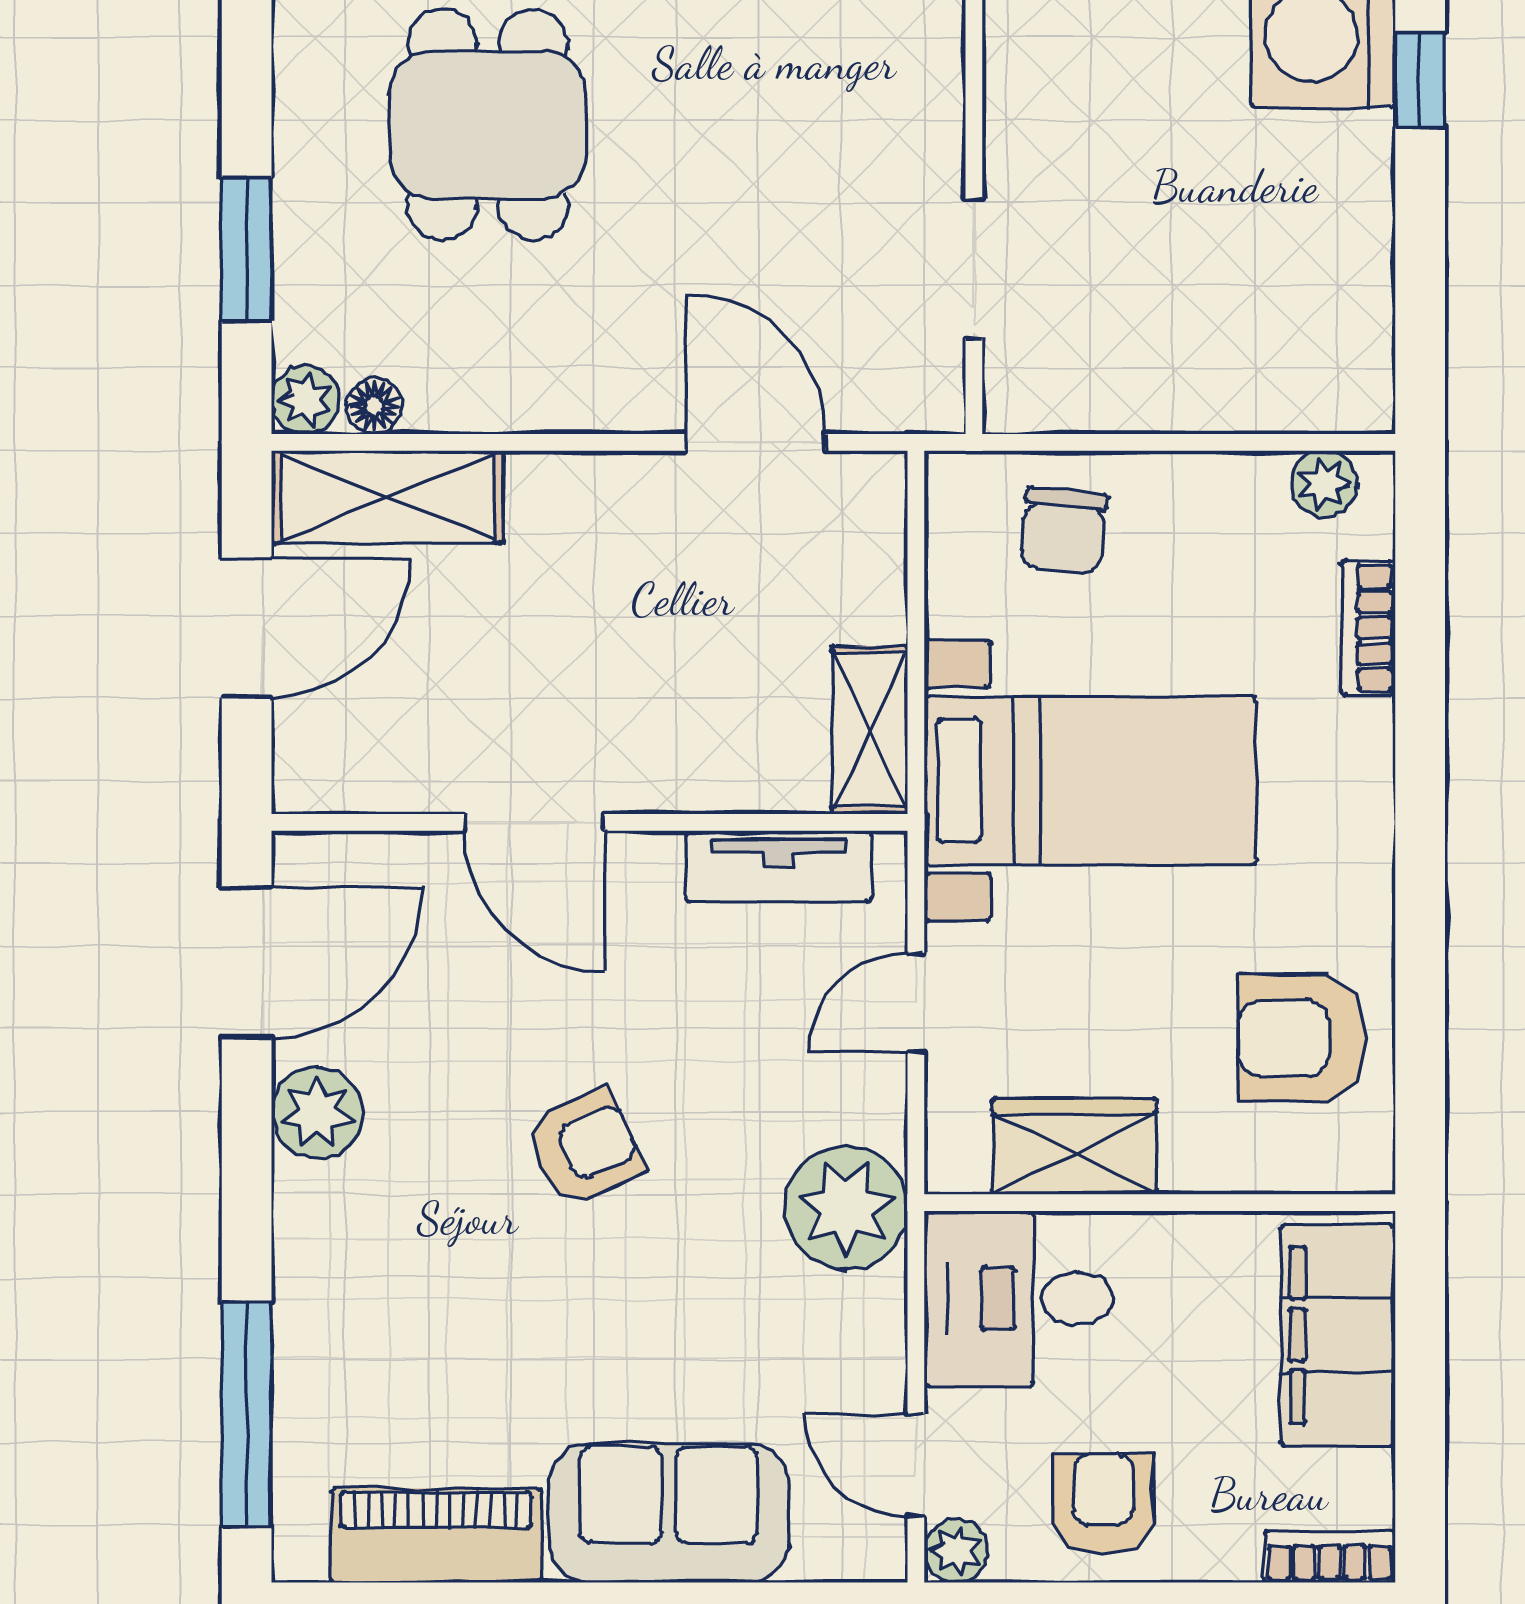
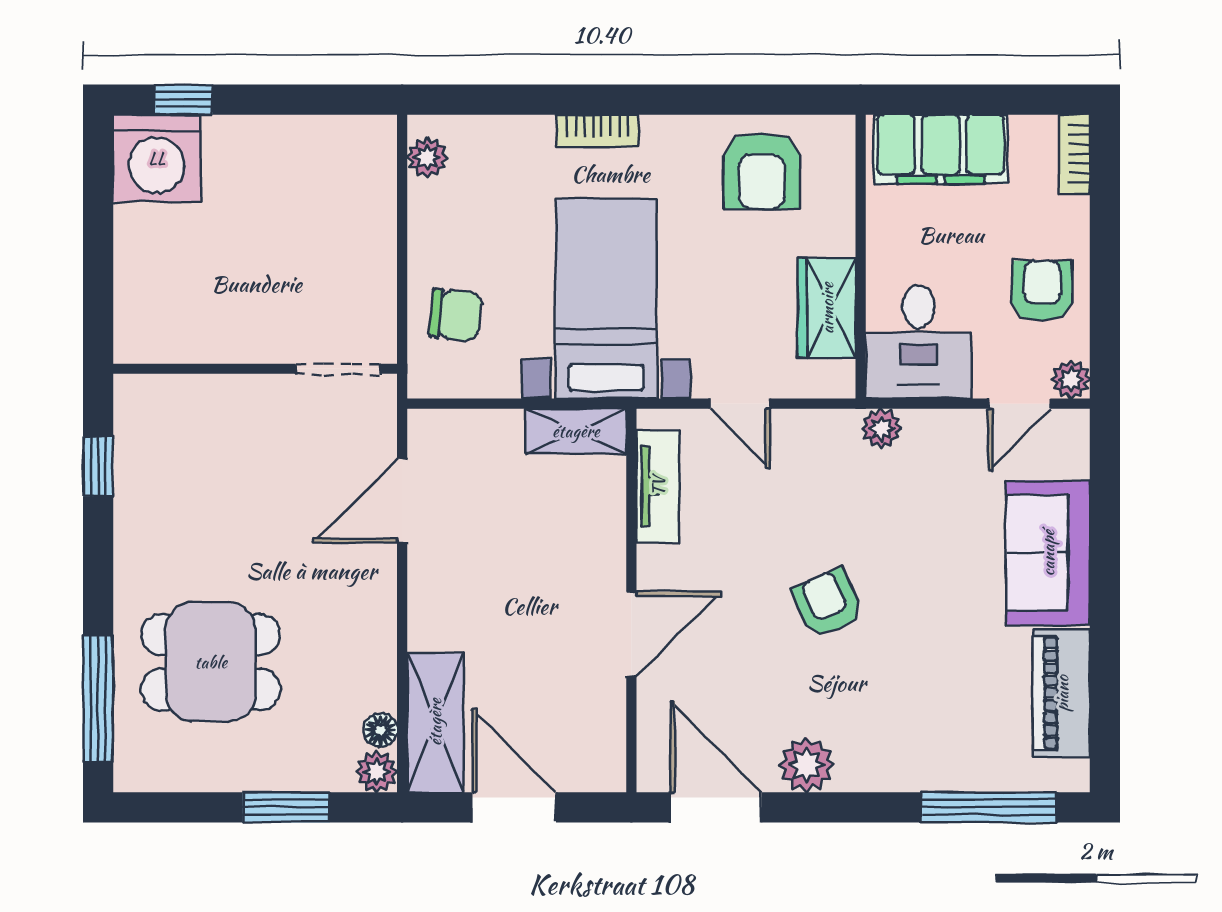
doorway: (974, 269) -> (338, 369), moved
bookcase: (1368, 628) -> (597, 131), moved
plant: (846, 1208) -> (881, 428), width x0.53, depth x0.53
armchair: (1103, 1504) -> (1042, 291), turned 90

